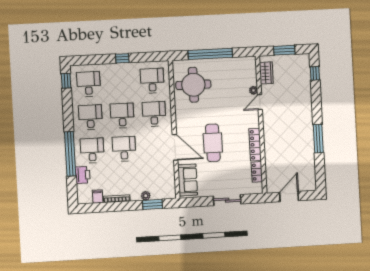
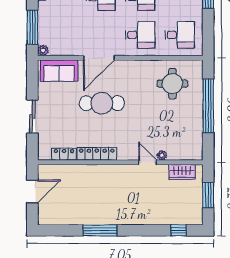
round table: (193, 85) -> (172, 84), width x0.73, depth x0.73
plant: (146, 196) -> (43, 50), moved
door: (289, 197) -> (32, 191), hinge flipped
window: (152, 204) -> (32, 27), width x1.44

